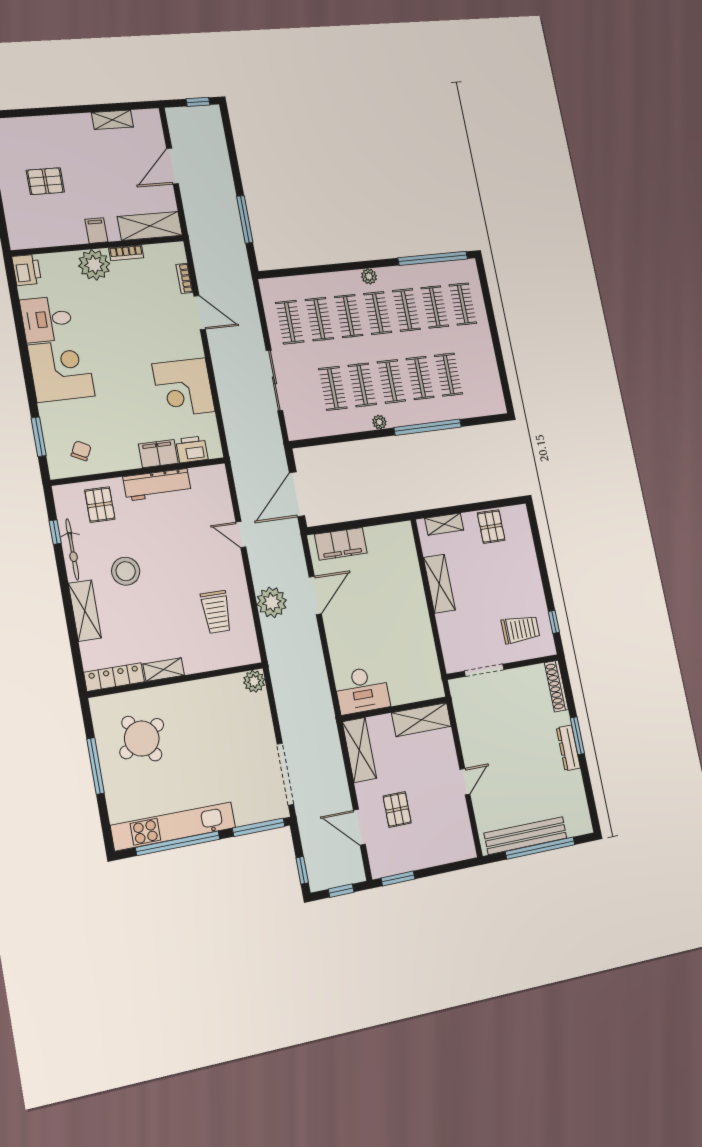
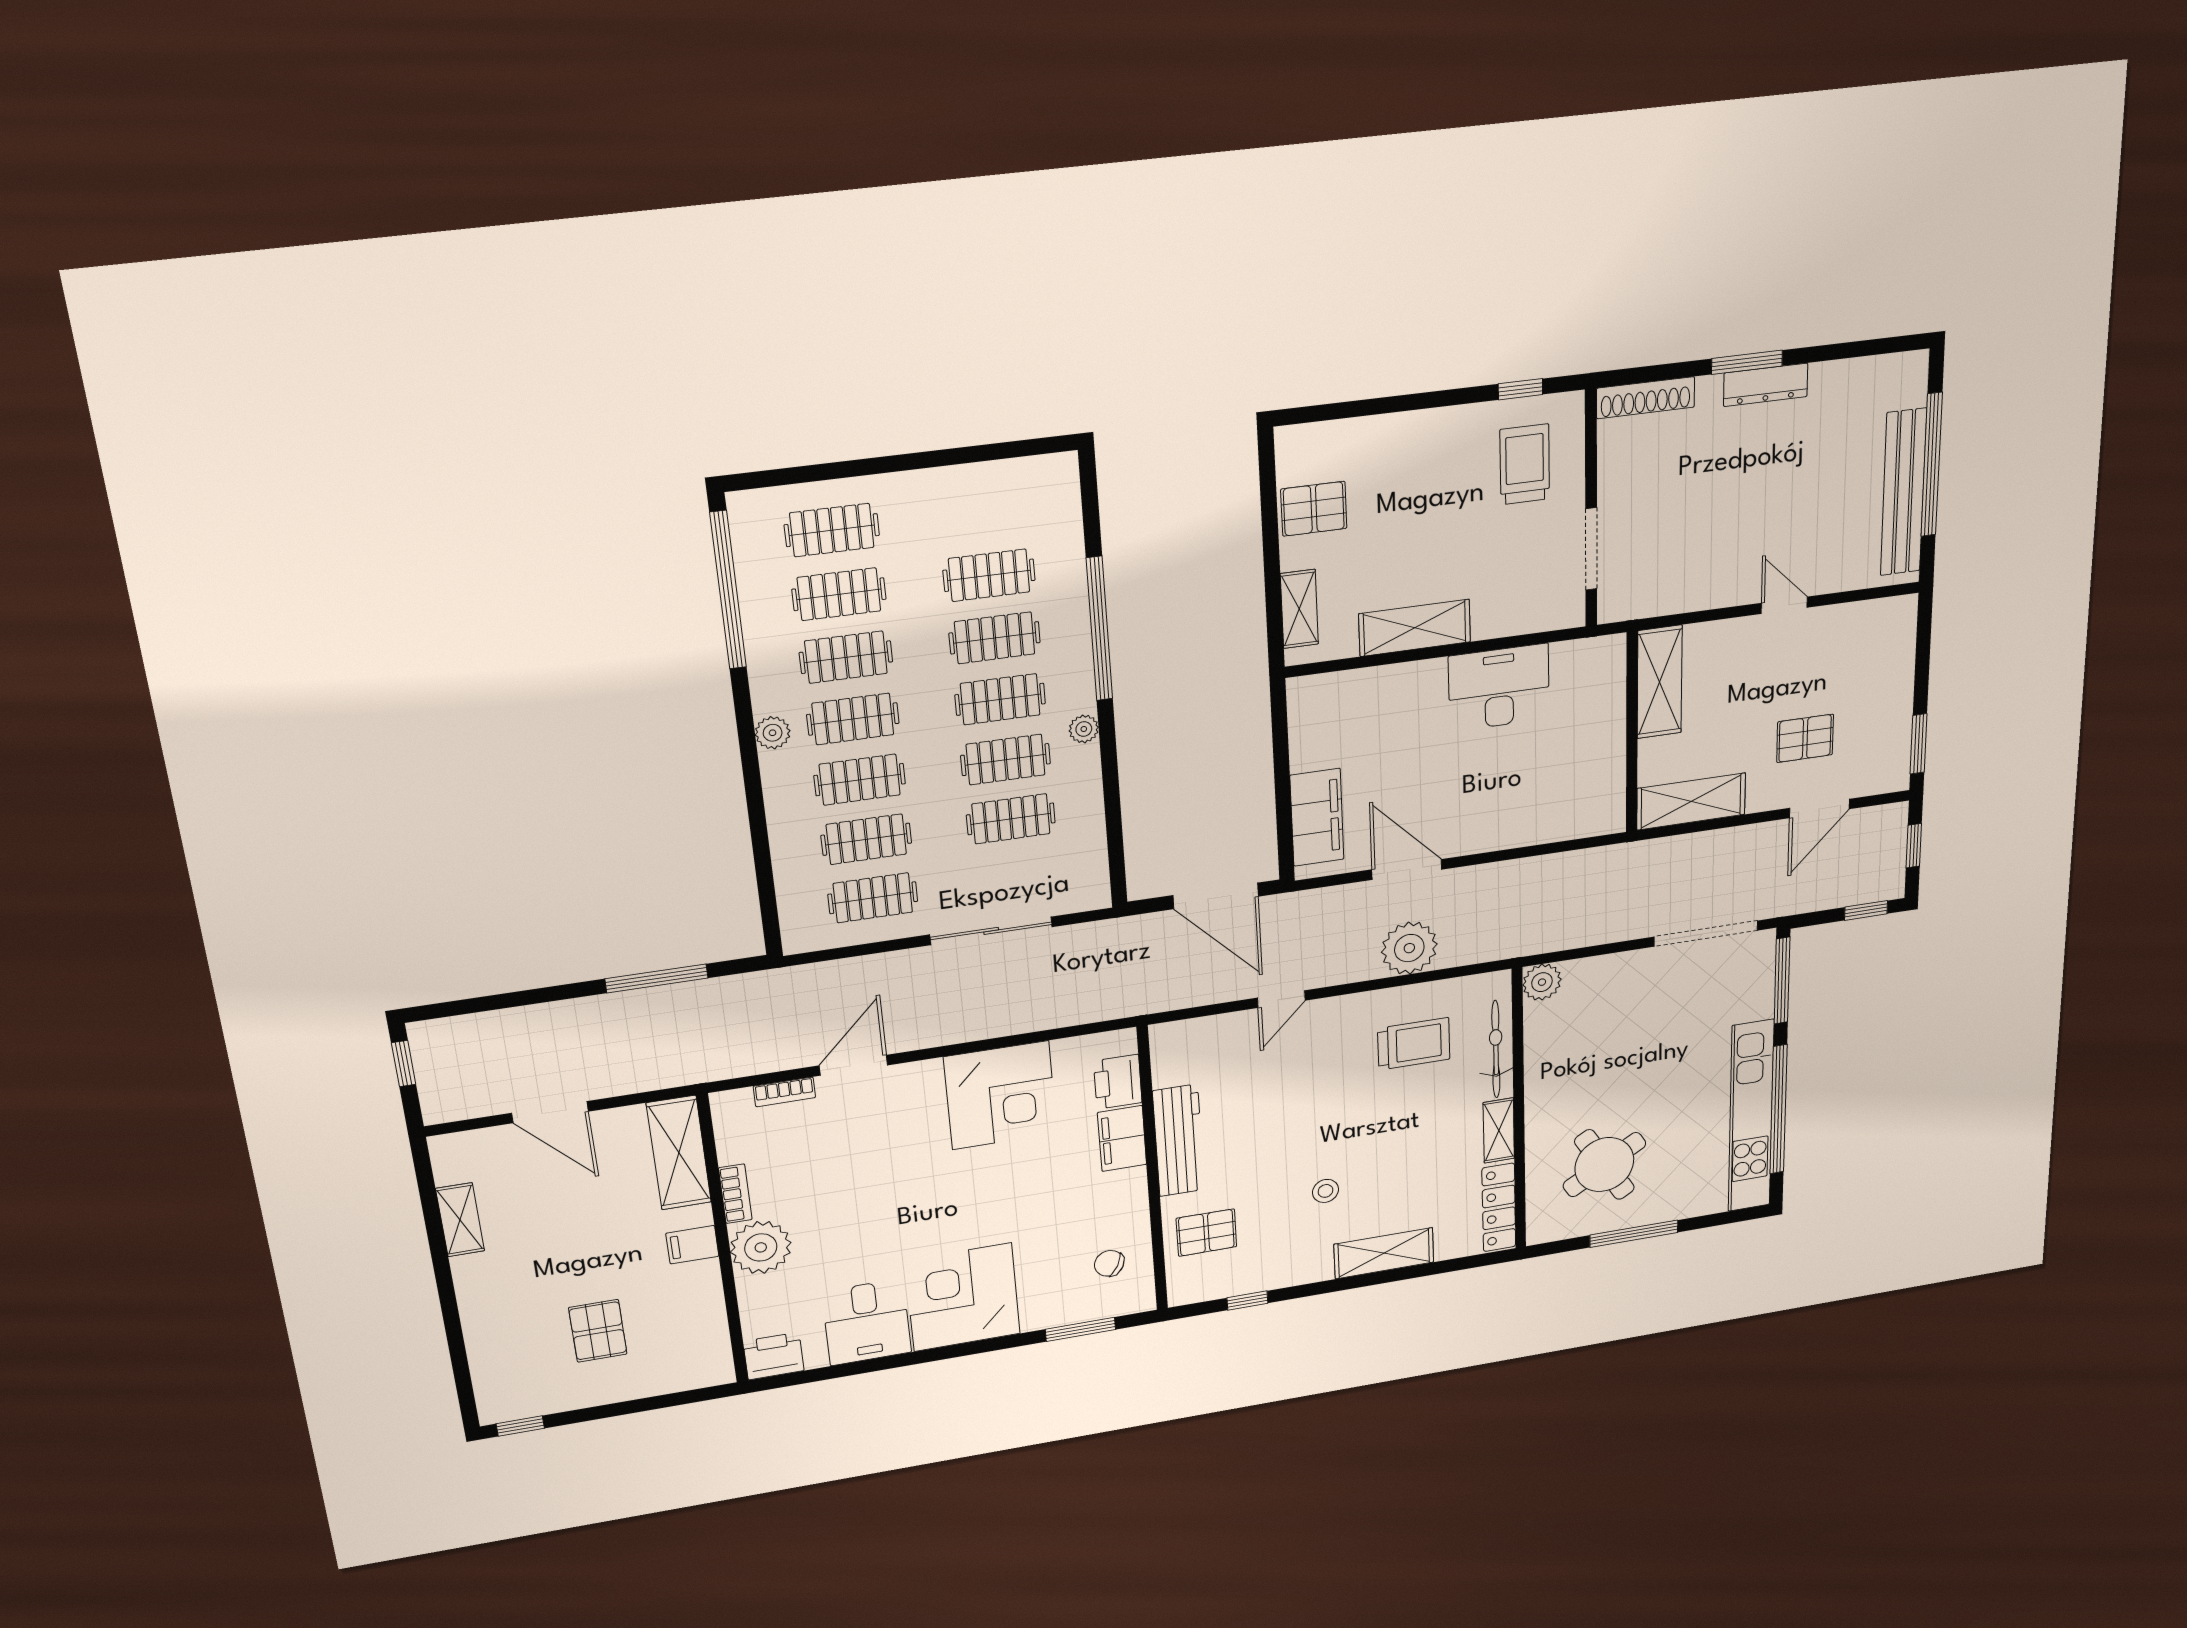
bicycle: (72, 549) -> (1496, 1049), moved, turned -90
stool: (126, 571) -> (1325, 1191), width x0.53, depth x0.53
desk: (362, 690) -> (1499, 688), moved, turned -90

